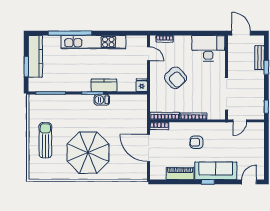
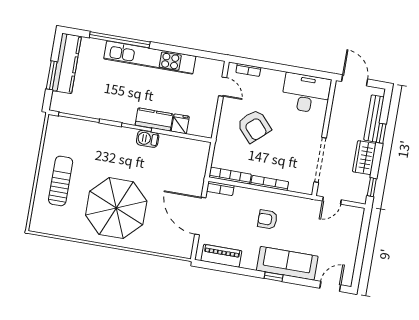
bench: (259, 58) -> (374, 118), width x1.36
fridge: (142, 85) -> (180, 124), moved
wardrobe: (257, 87) -> (364, 158), added
piano: (180, 174) -> (221, 256), moved

